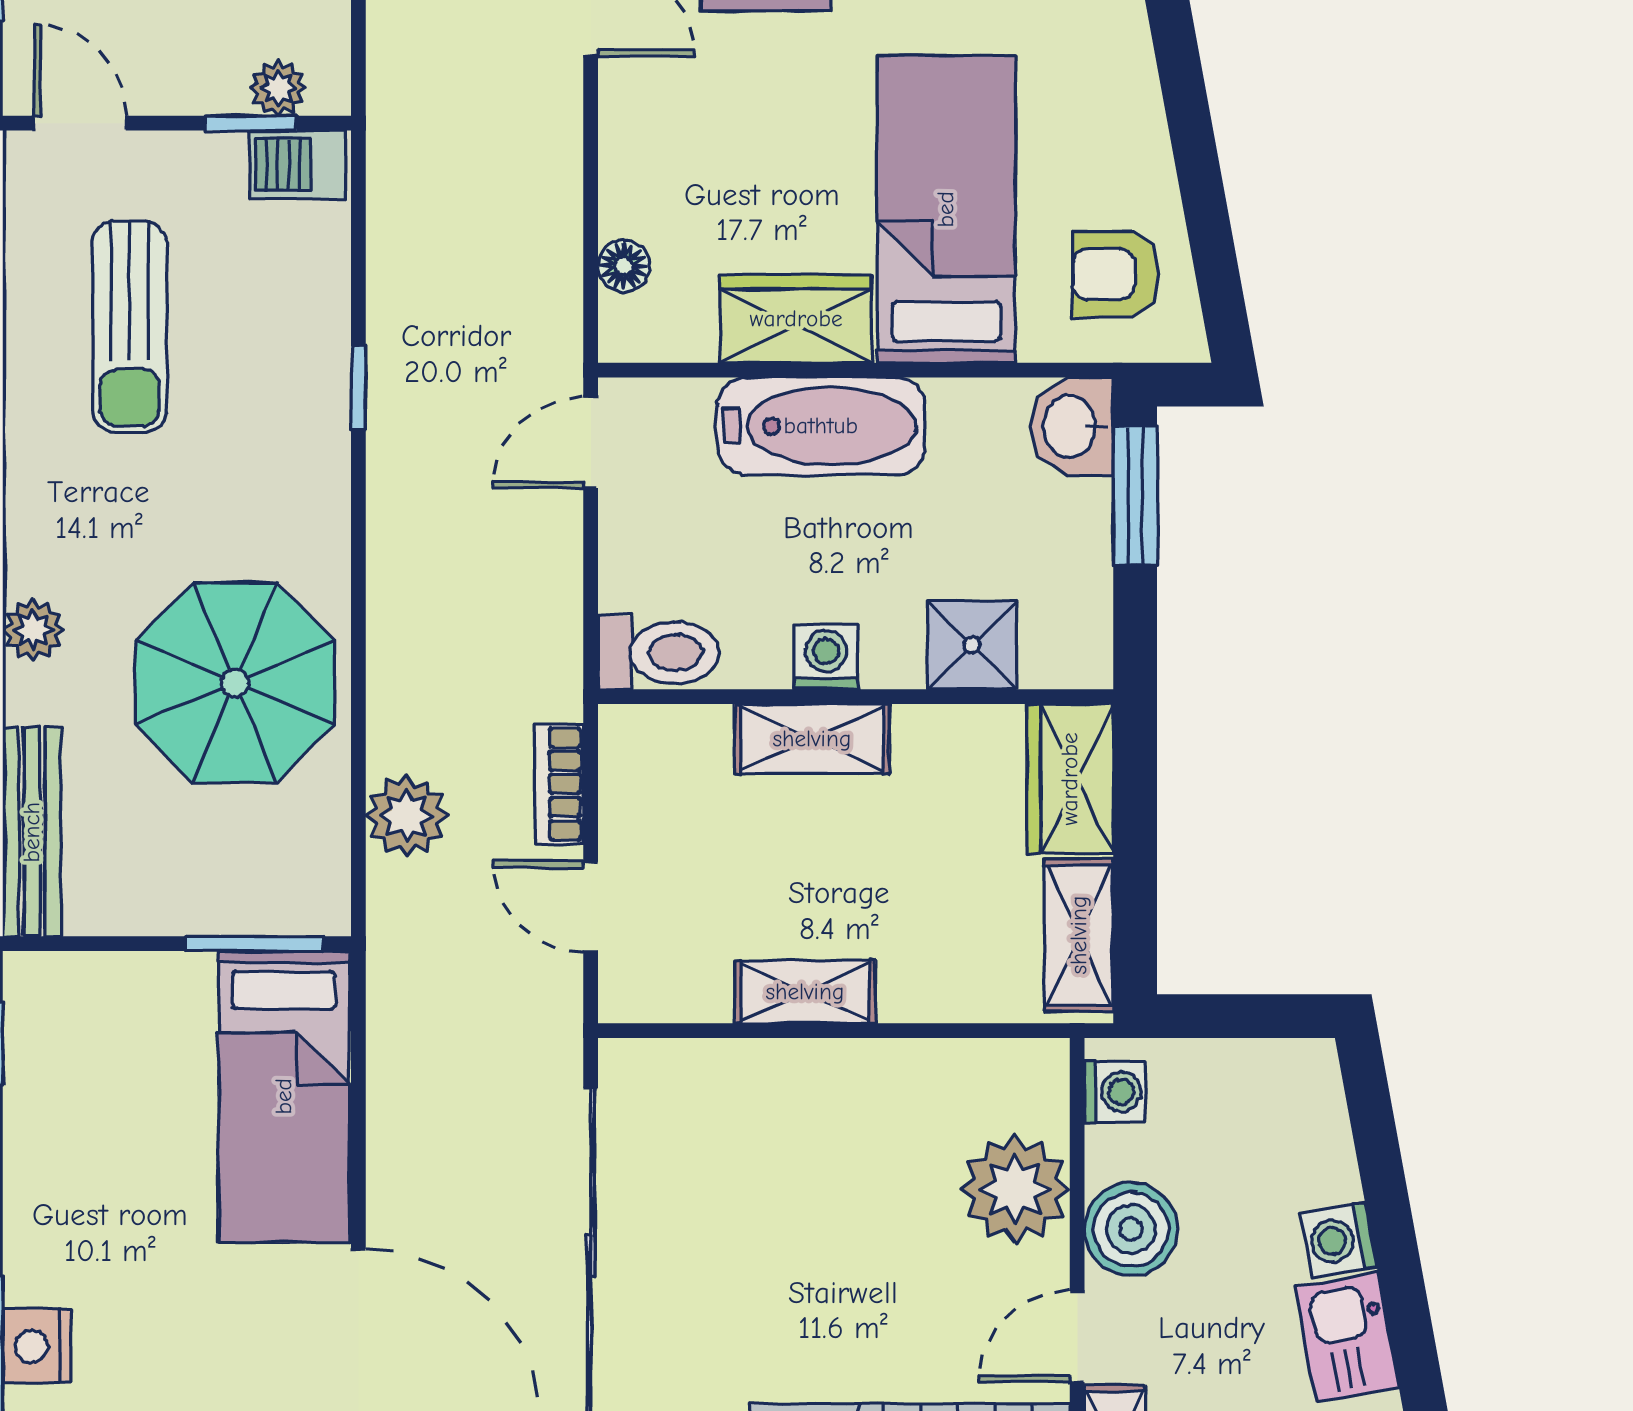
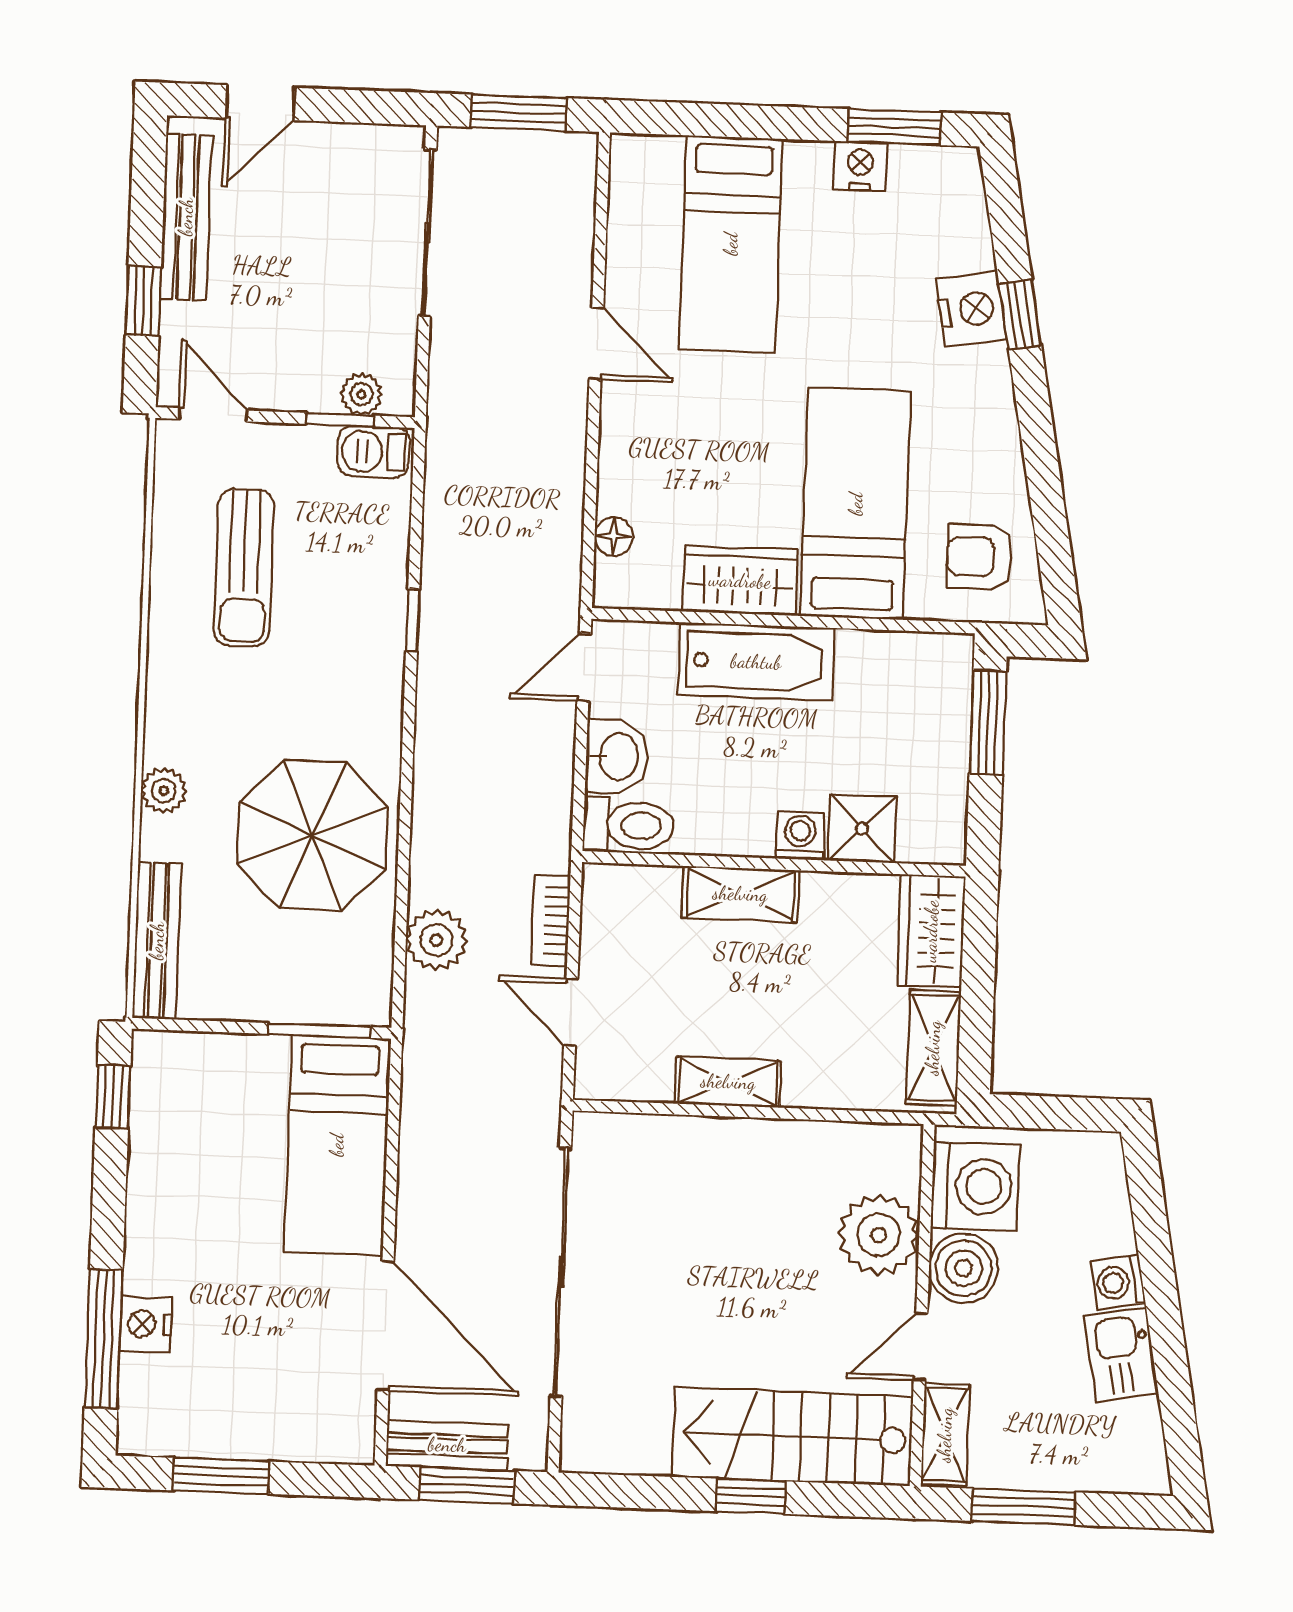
washbasin: (1072, 426) -> (617, 757), moved, turned 180
washing machine: (826, 657) -> (800, 836), moved
washing machine: (1115, 1092) -> (975, 1186), width x1.89, depth x1.89

